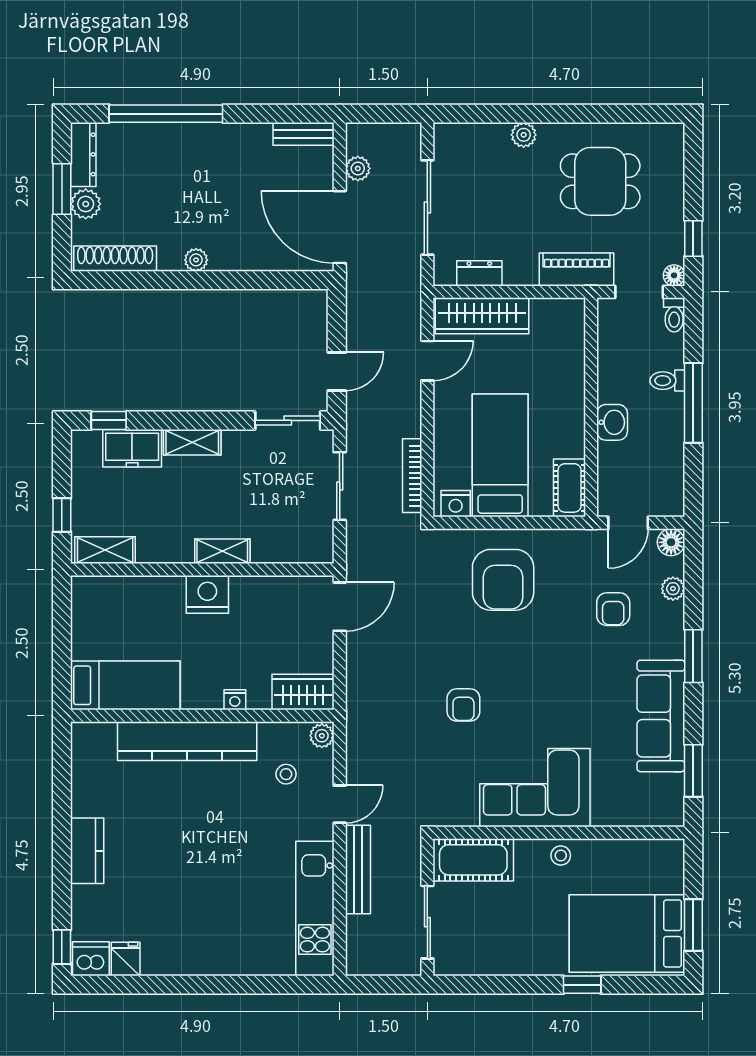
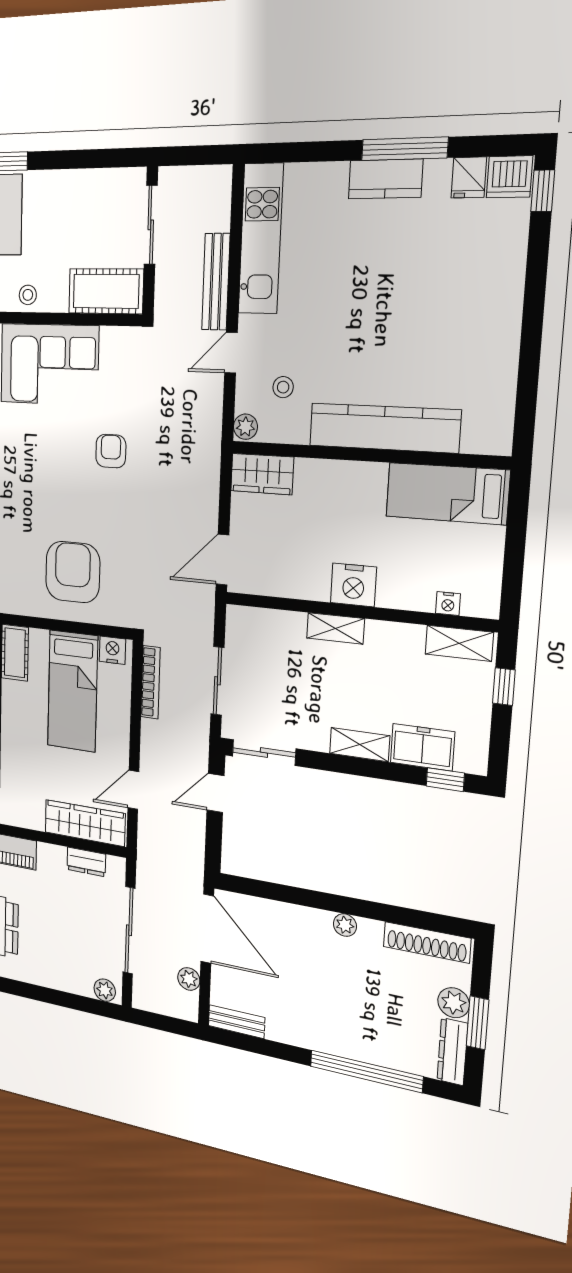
plant: (524, 135) -> (105, 990), moved
nightstand: (235, 700) -> (448, 604), moved, turned 180
kitchen counter: (87, 851) -> (385, 179), moved, turned -90
window: (184, 985) -> (405, 149), added

